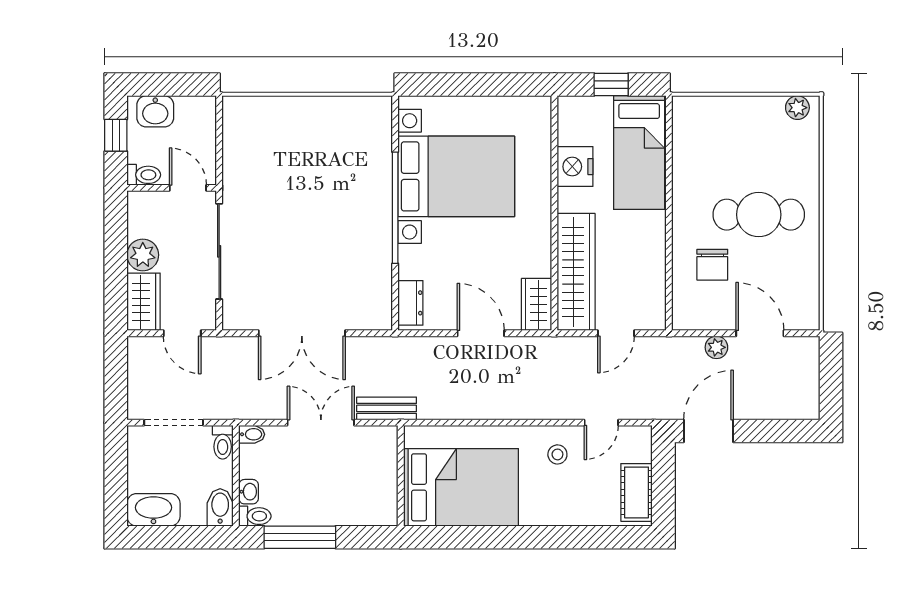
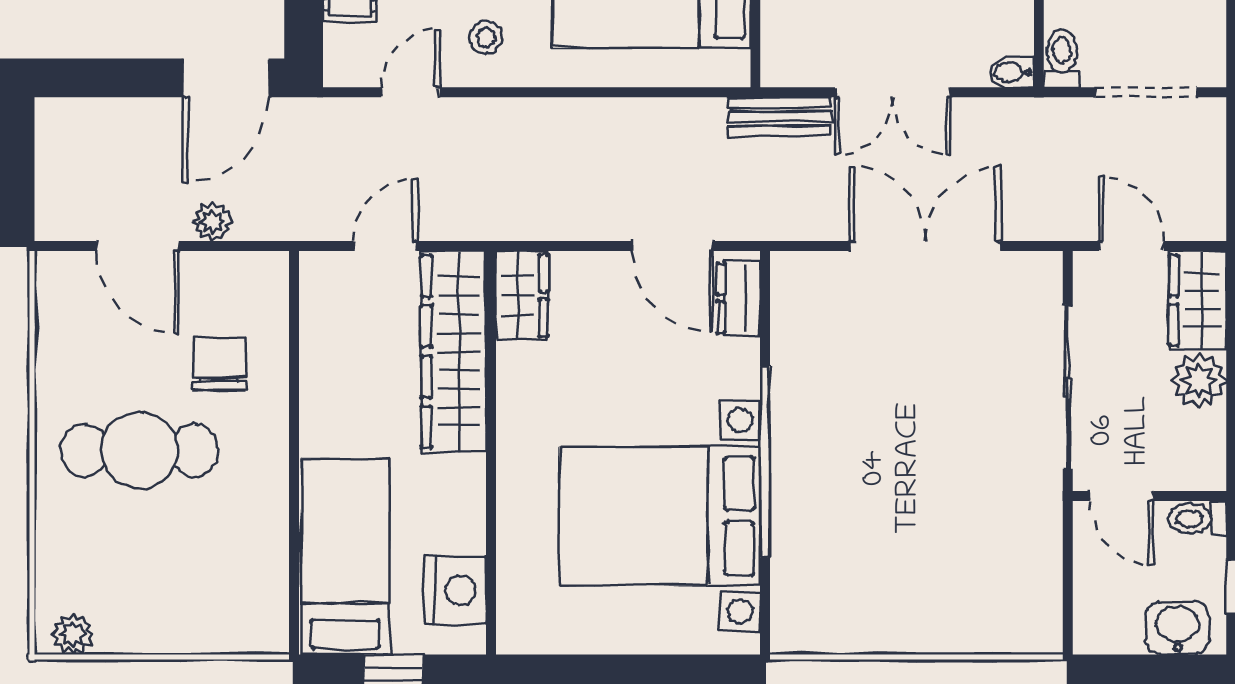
nightstand: (575, 167) -> (455, 591), moved
door: (481, 333) -> (673, 246), moved

